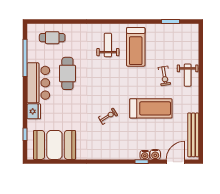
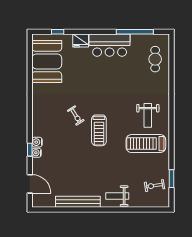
weight bench: (108, 45) -> (148, 115), turned 90
cafe table: (67, 73) -> (119, 75), removed
exercise bike: (164, 76) -> (154, 186), moved
treadmill: (151, 108) -> (99, 130), moved, width x0.73, depth x0.73
bench: (193, 135) -> (78, 202), moved
water cooler: (155, 155) -> (37, 142), moved

